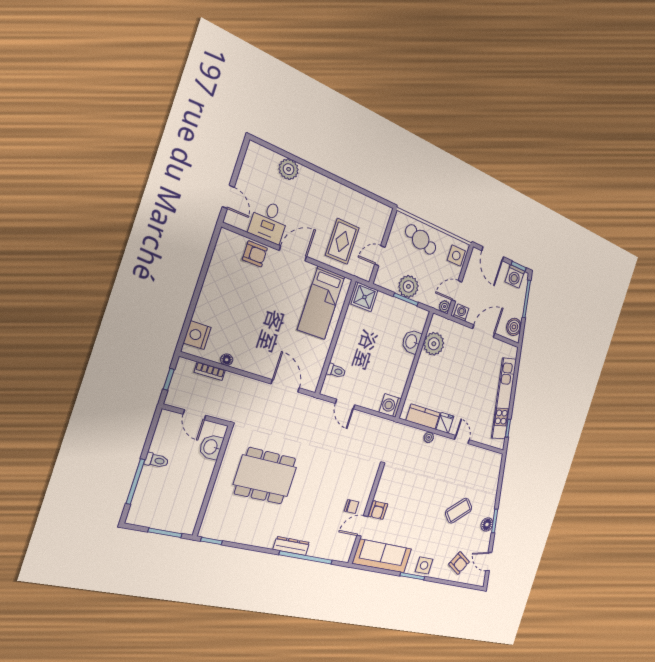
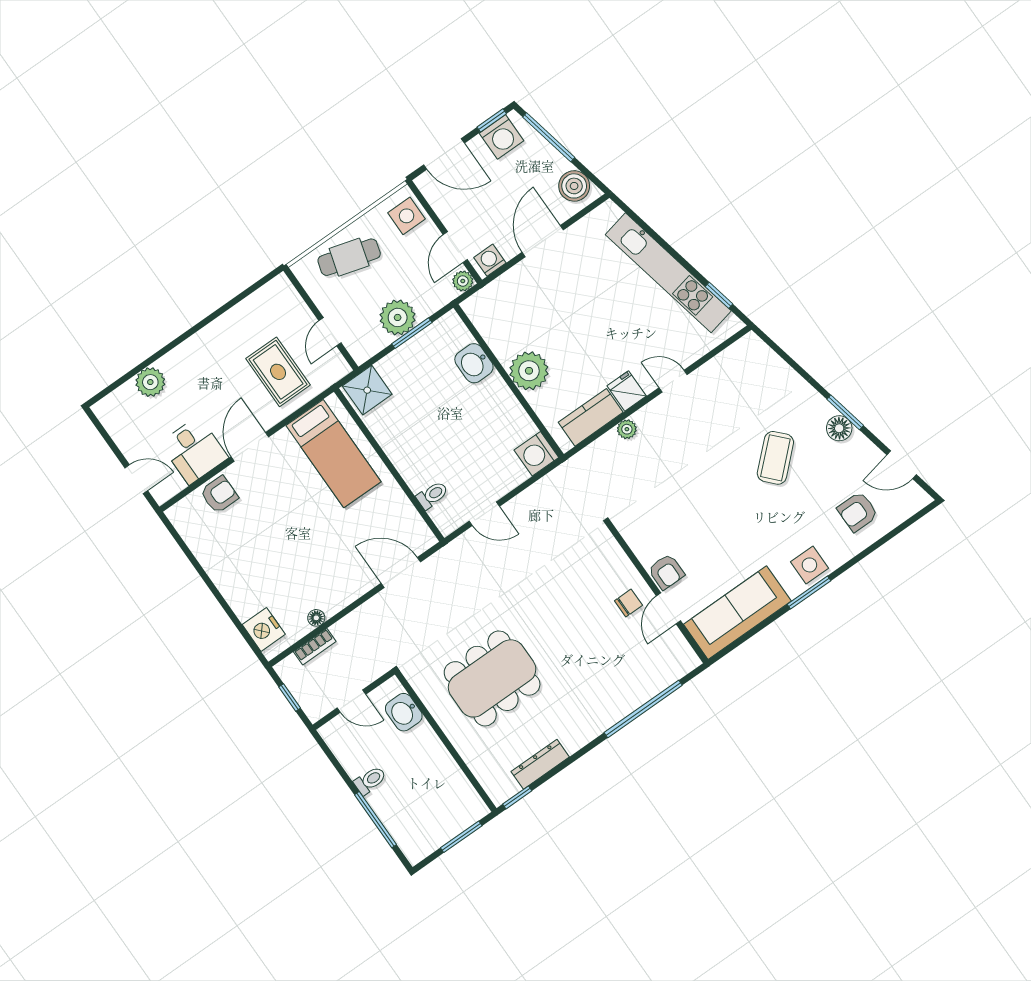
plant: (434, 344) -> (529, 371), moved
dresser: (291, 546) -> (540, 764), moved
armchair: (459, 563) -> (858, 512), turned 150

